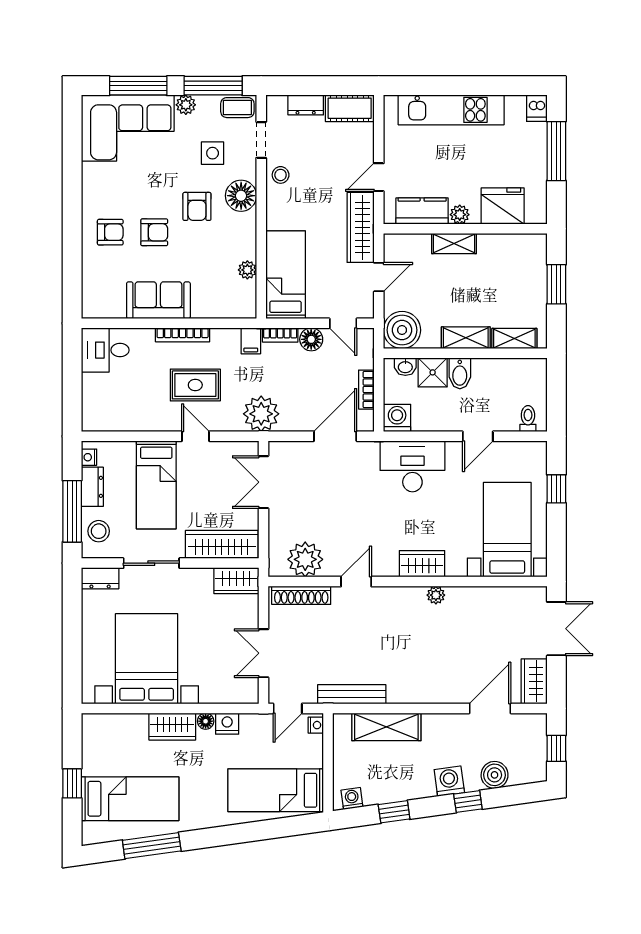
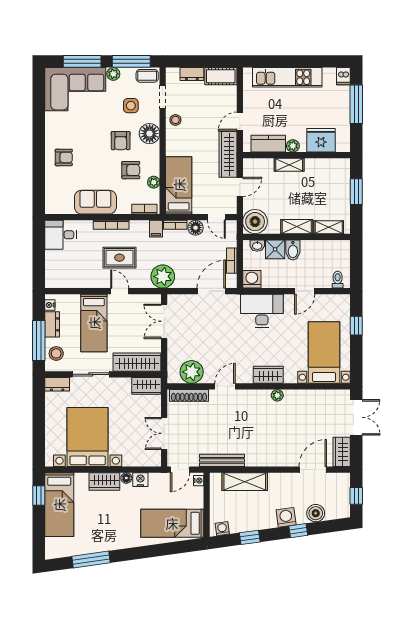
armchair: (154, 232) -> (131, 170), moved
bookcase: (233, 311) -> (144, 209), added
window: (72, 783) -> (39, 495), moved
bed: (130, 799) -> (59, 505), moved, turned 90

